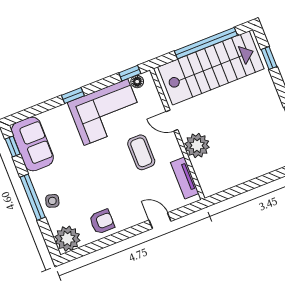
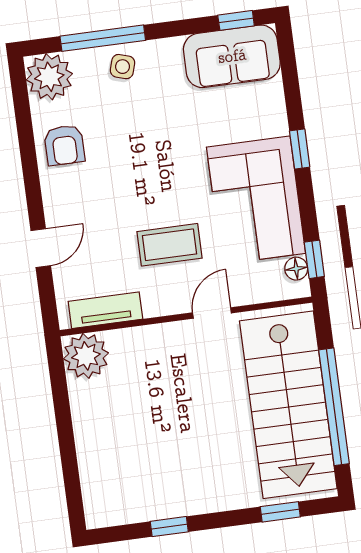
plant: (197, 146) -> (86, 356), moved
window: (33, 197) -> (103, 38), moved

